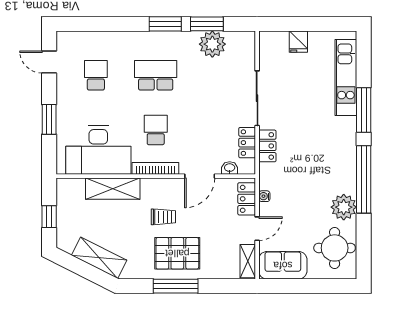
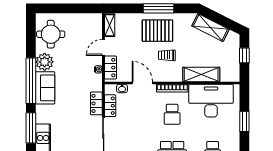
door: (200, 176) -> (142, 83), hinge flipped
sofa: (283, 265) -> (45, 88), moved, turned -90

